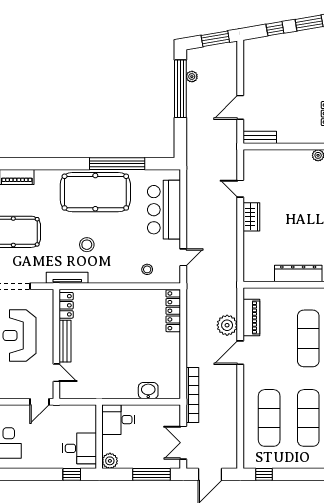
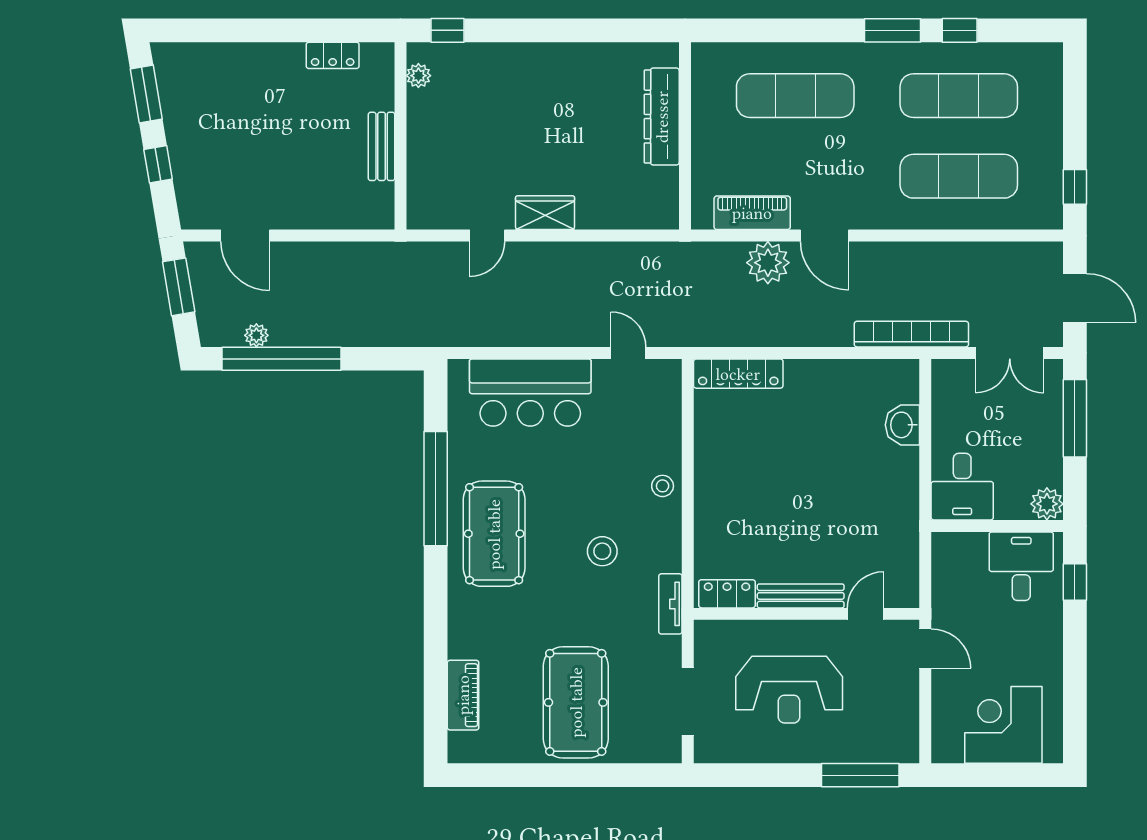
door: (240, 107) -> (245, 236), moved
bench: (260, 137) -> (382, 146), moved
pool table: (95, 192) -> (494, 534), width x0.73, depth x0.76
stool: (147, 269) -> (663, 486), moved
tv unit: (67, 278) -> (670, 604), width x0.71

